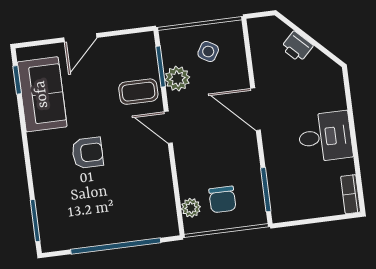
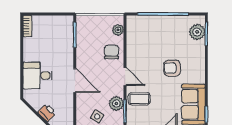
desk: (325, 137) -> (38, 75), moved
chair: (222, 199) -> (112, 52), moved
plant: (52, 222) -> (197, 32), added

